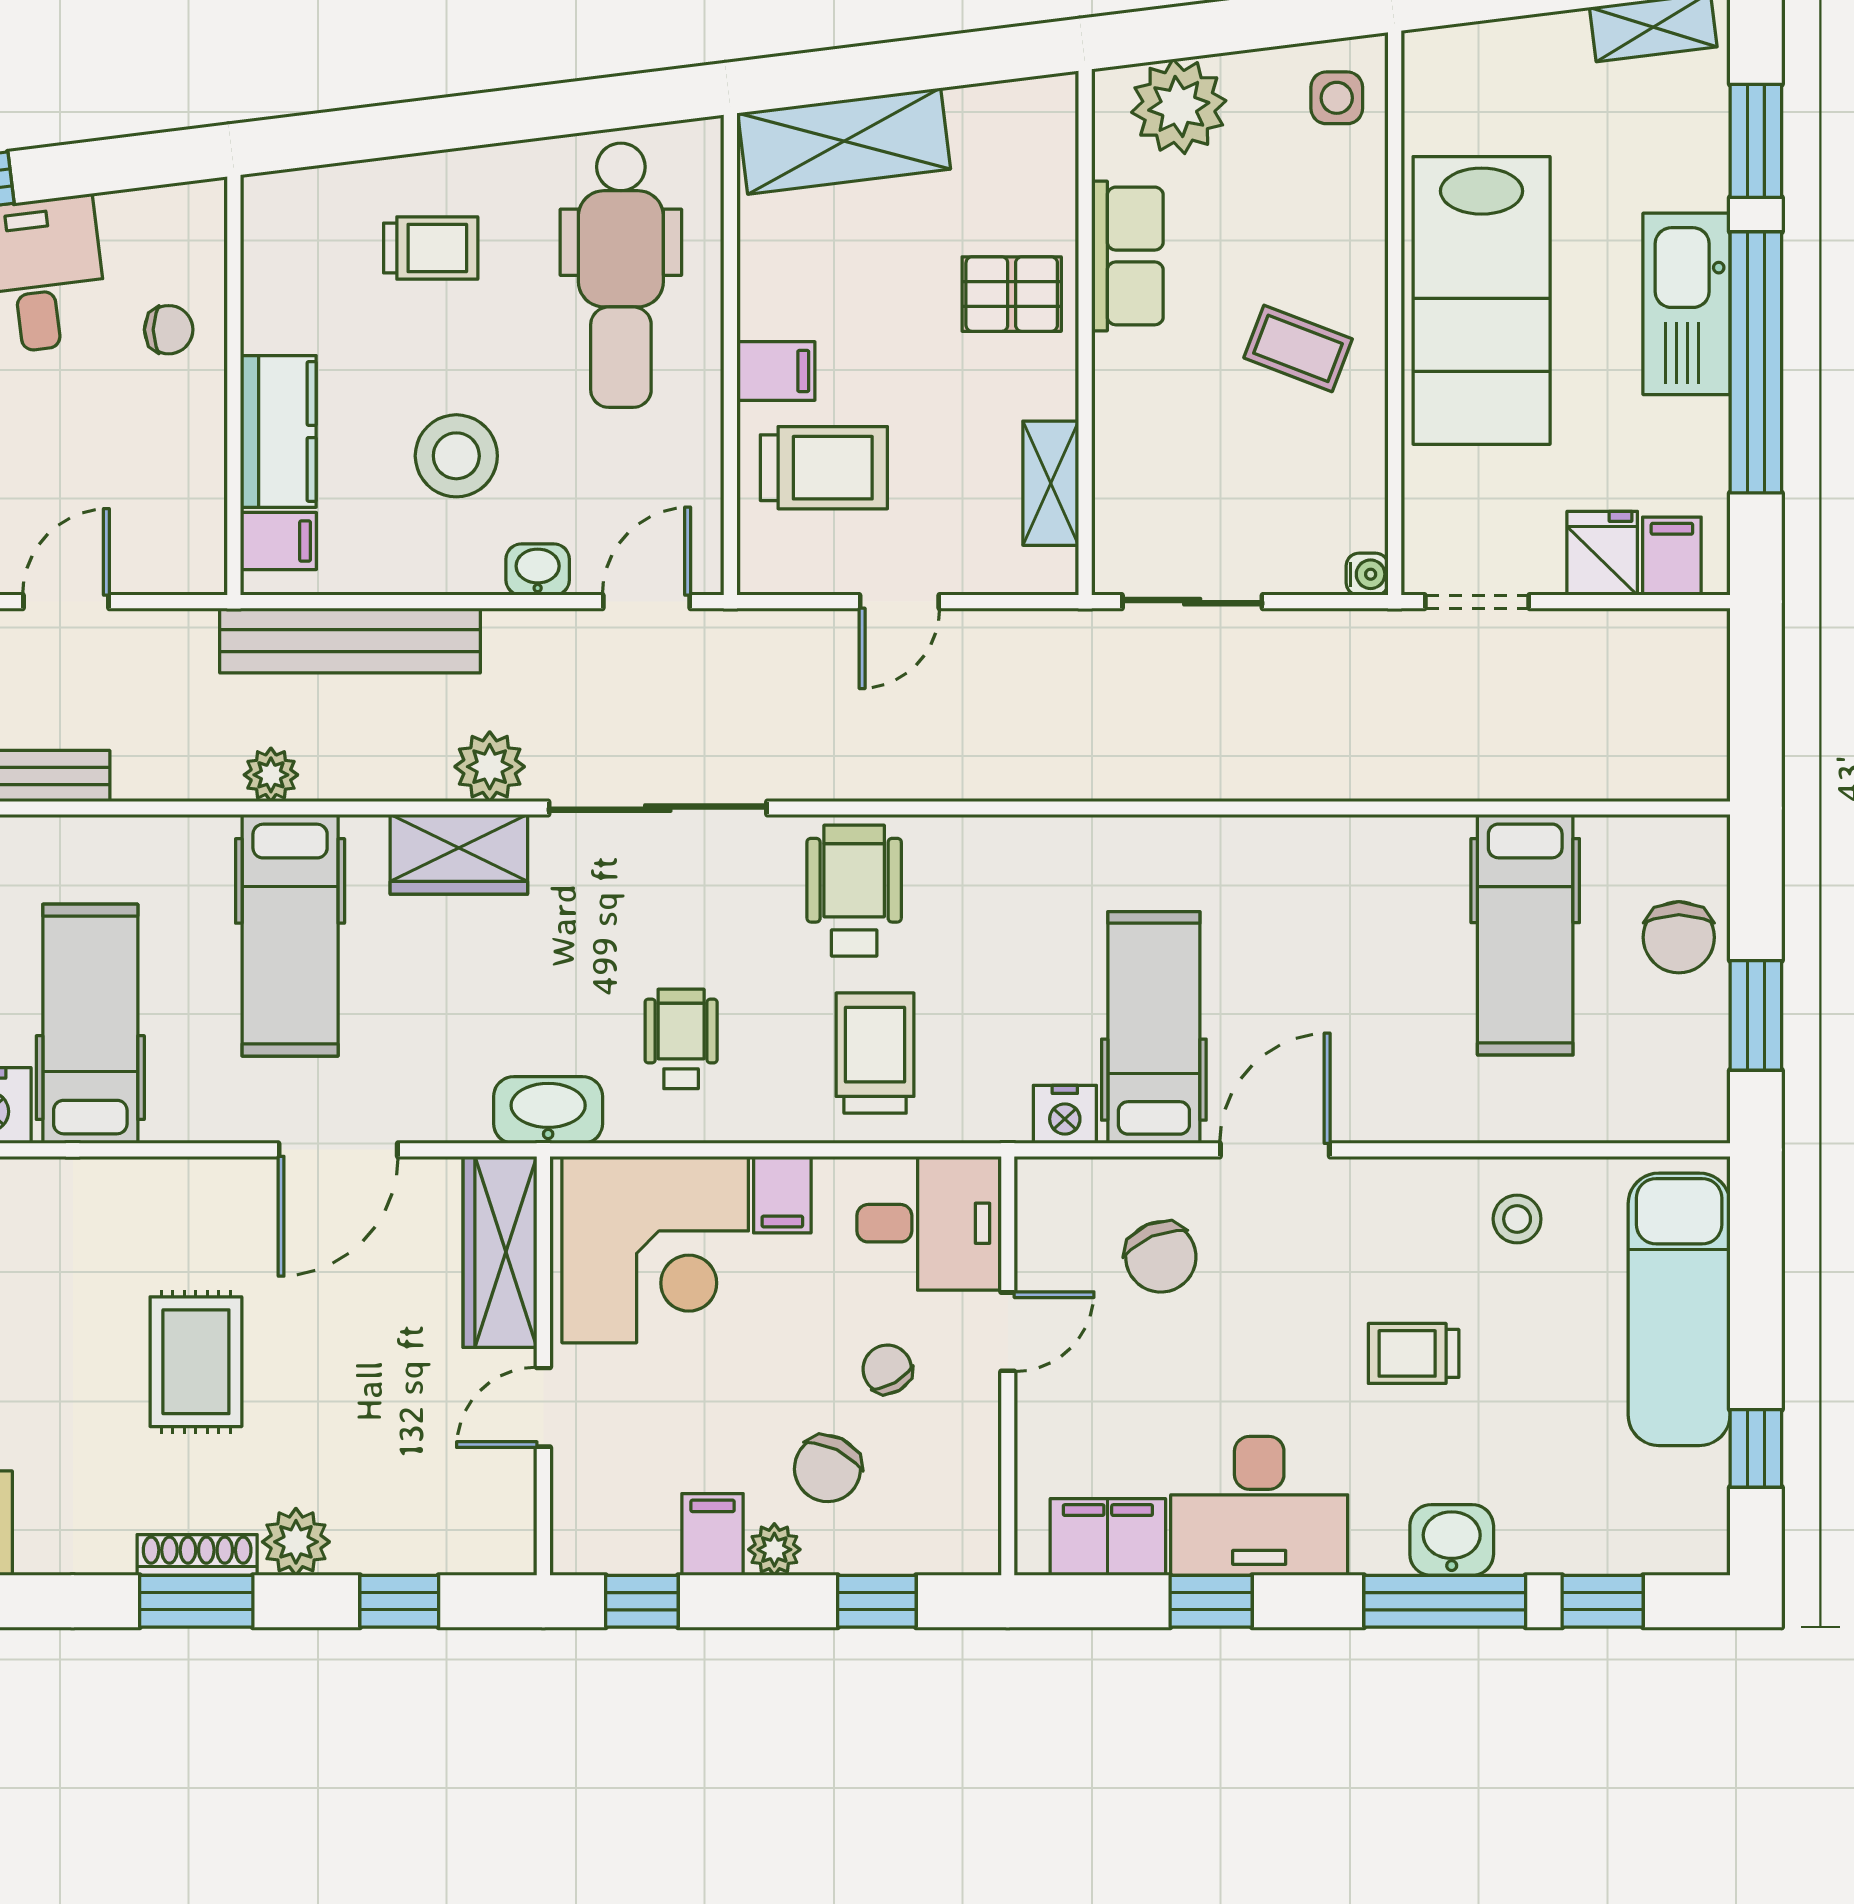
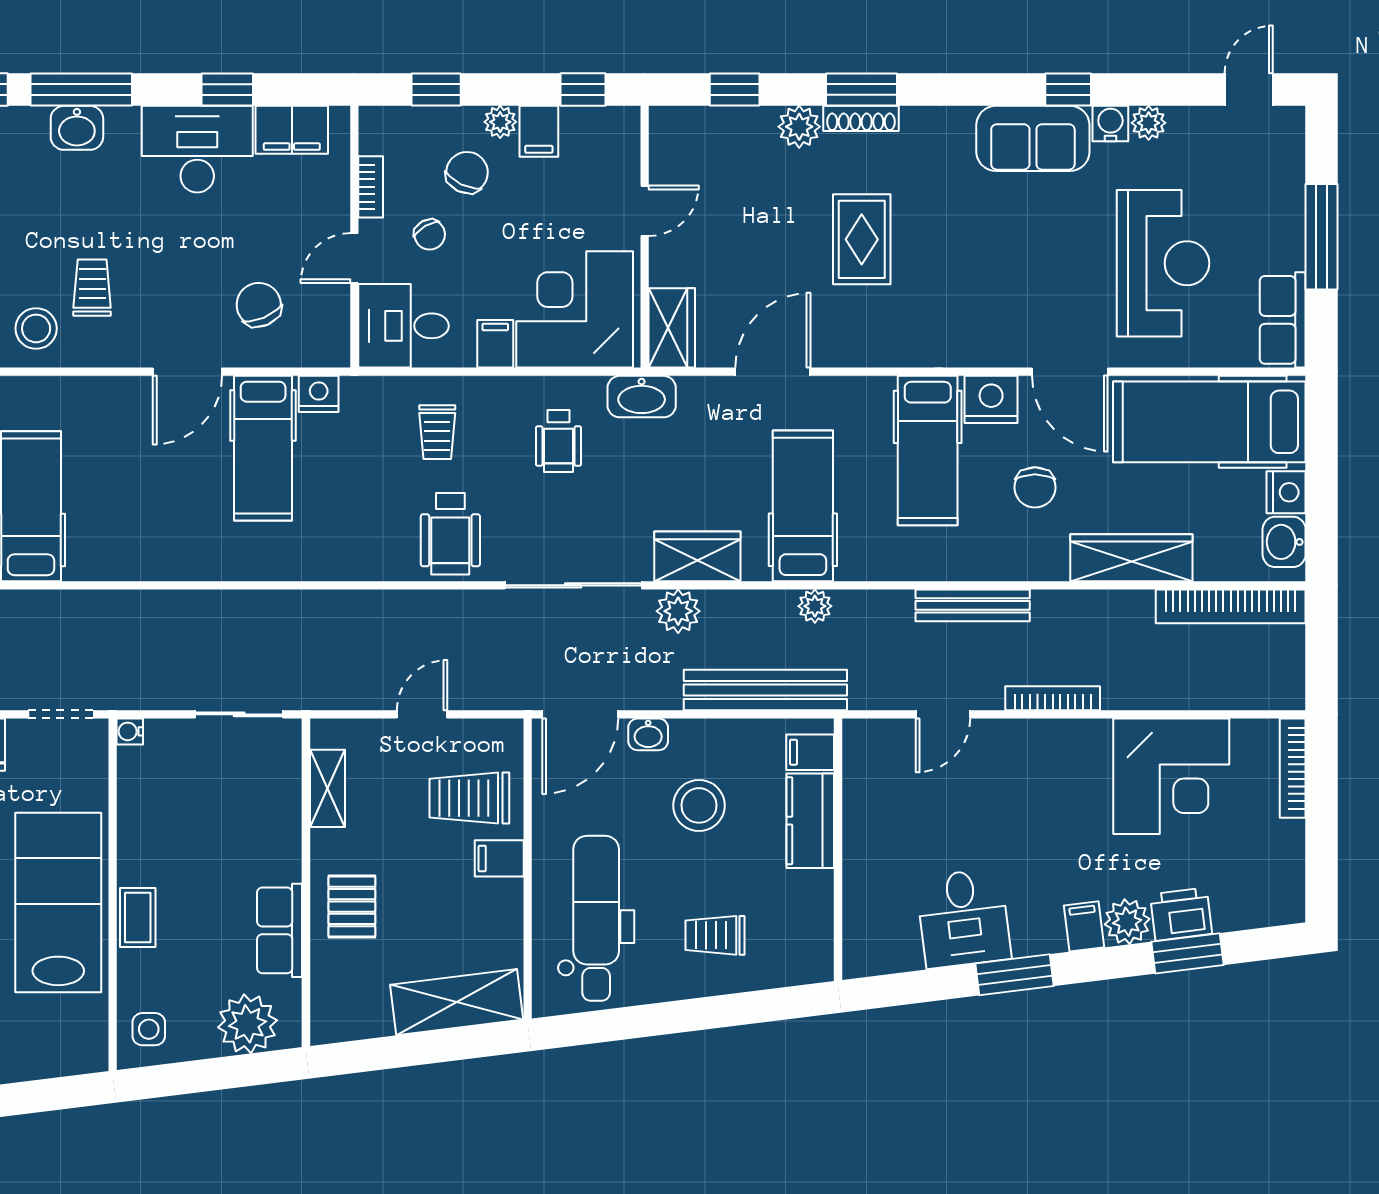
pallet: (1012, 294) -> (352, 907), turned 90
chair: (169, 330) -> (879, 884), removed
coffee table: (1298, 348) -> (138, 918), moved, turned 69
door: (646, 602) -> (580, 714), width x1.38
trolley: (875, 1053) -> (437, 432), width x0.73, depth x0.72
stool: (1517, 1219) -> (36, 328), width x1.37, depth x1.37
wardrobe: (500, 1252) -> (672, 328), width x0.67
trolley: (1414, 1353) -> (92, 288), moved, turned -90
bookcase: (982, 1446) -> (371, 187), added

